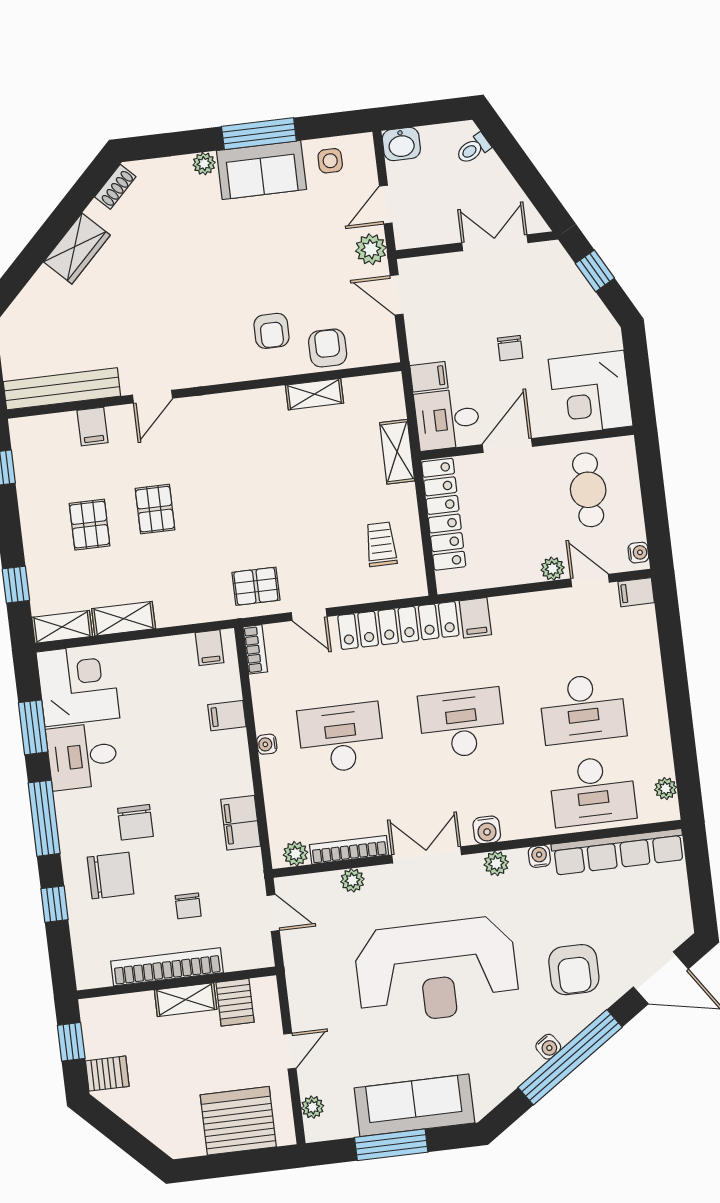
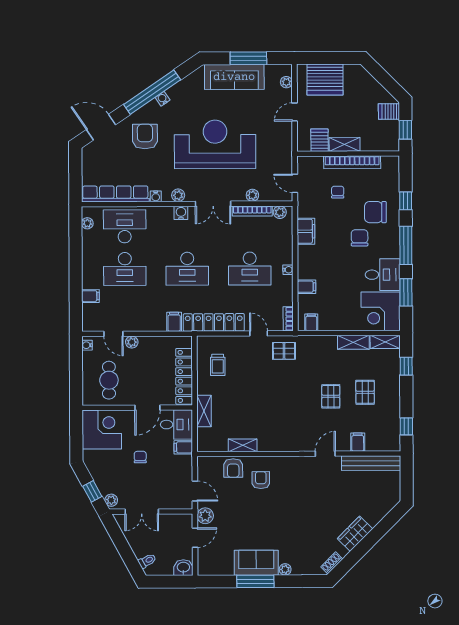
side table: (330, 161) -> (221, 563), removed
plant: (556, 258) -> (111, 500), added
filing cabinet: (636, 592) -> (90, 296), moved
desk: (583, 709) -> (125, 269), turned 180

